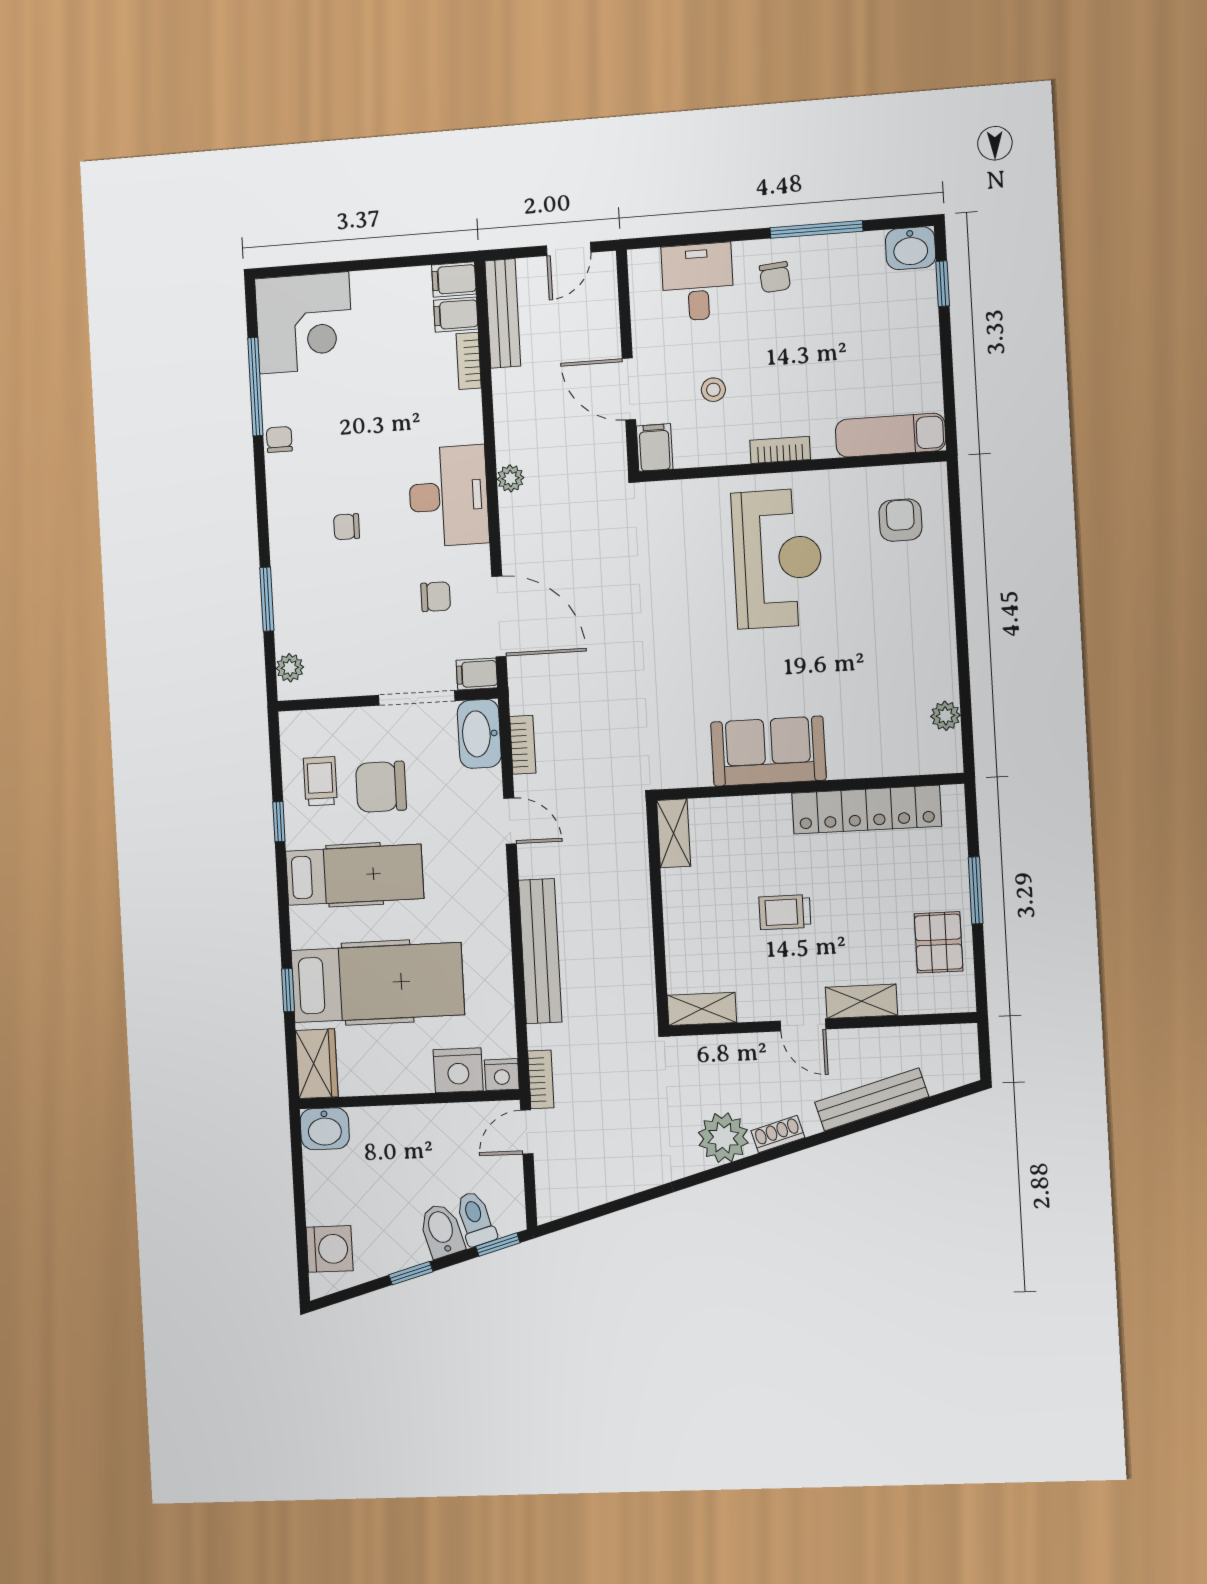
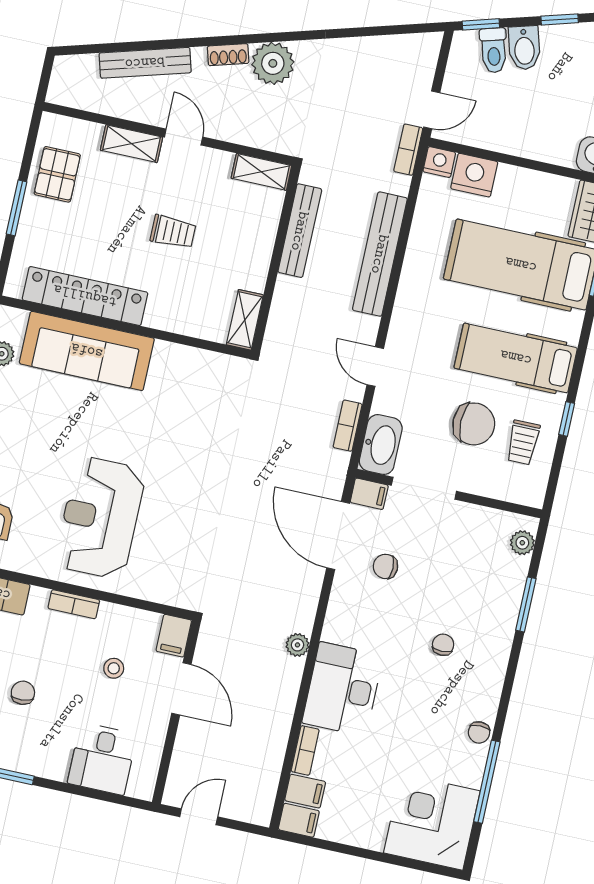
chair: (775, 277) -> (23, 693), moved
bench: (503, 313) -> (300, 231), moved
desk: (448, 496) -> (343, 689), moved
chair: (347, 527) -> (443, 645), turned -90
sofa: (768, 751) -> (87, 351), moved, width x1.36

